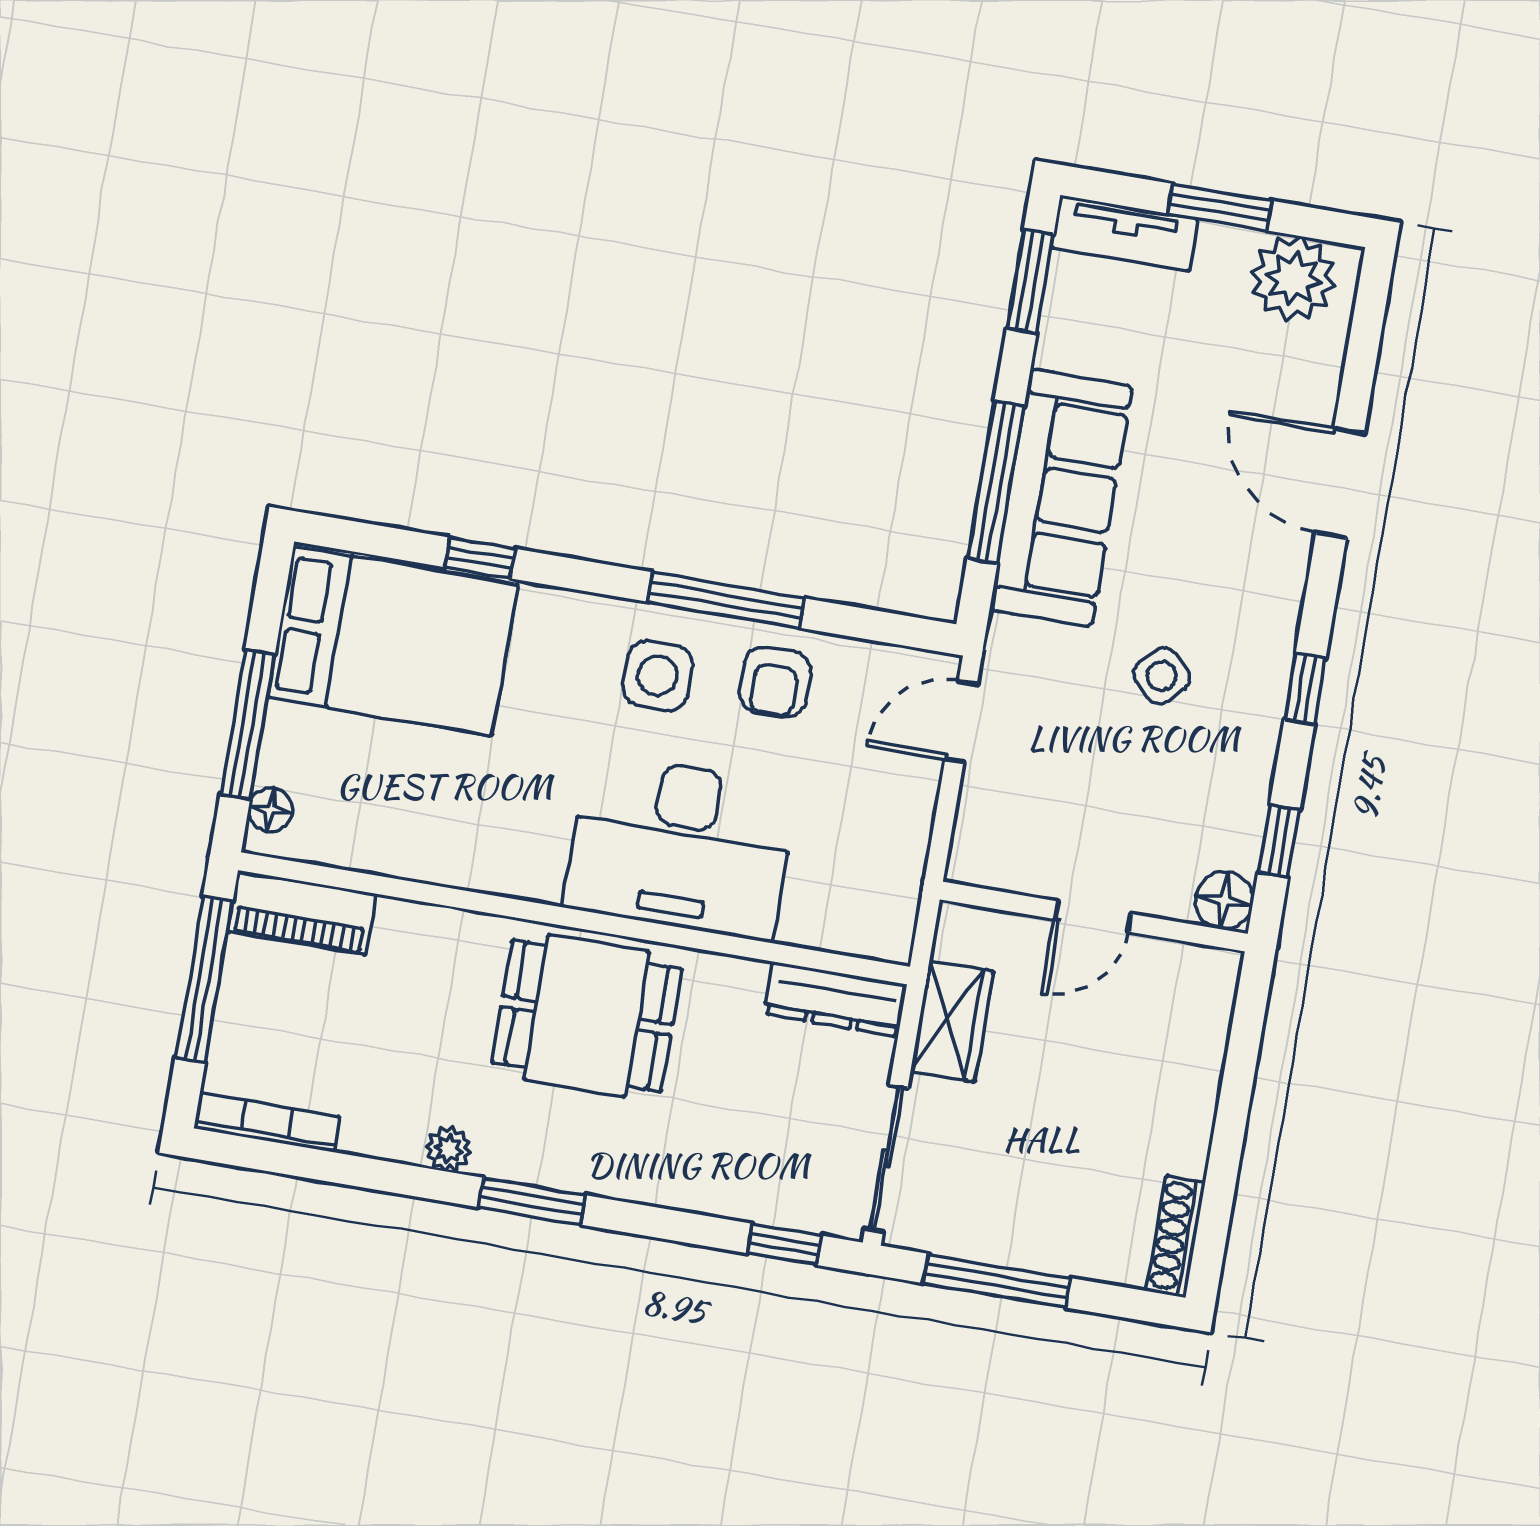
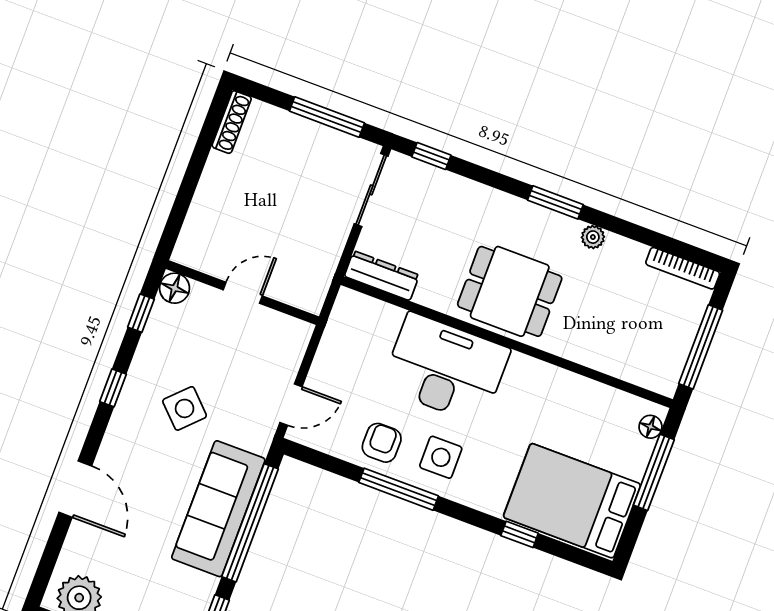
window: (996, 482) -> (250, 523), width x1.46
side table: (1162, 676) -> (185, 408), width x1.37, depth x1.37
piano: (302, 913) -> (645, 371), removed
wardrobe: (952, 1021) -> (325, 253), removed

